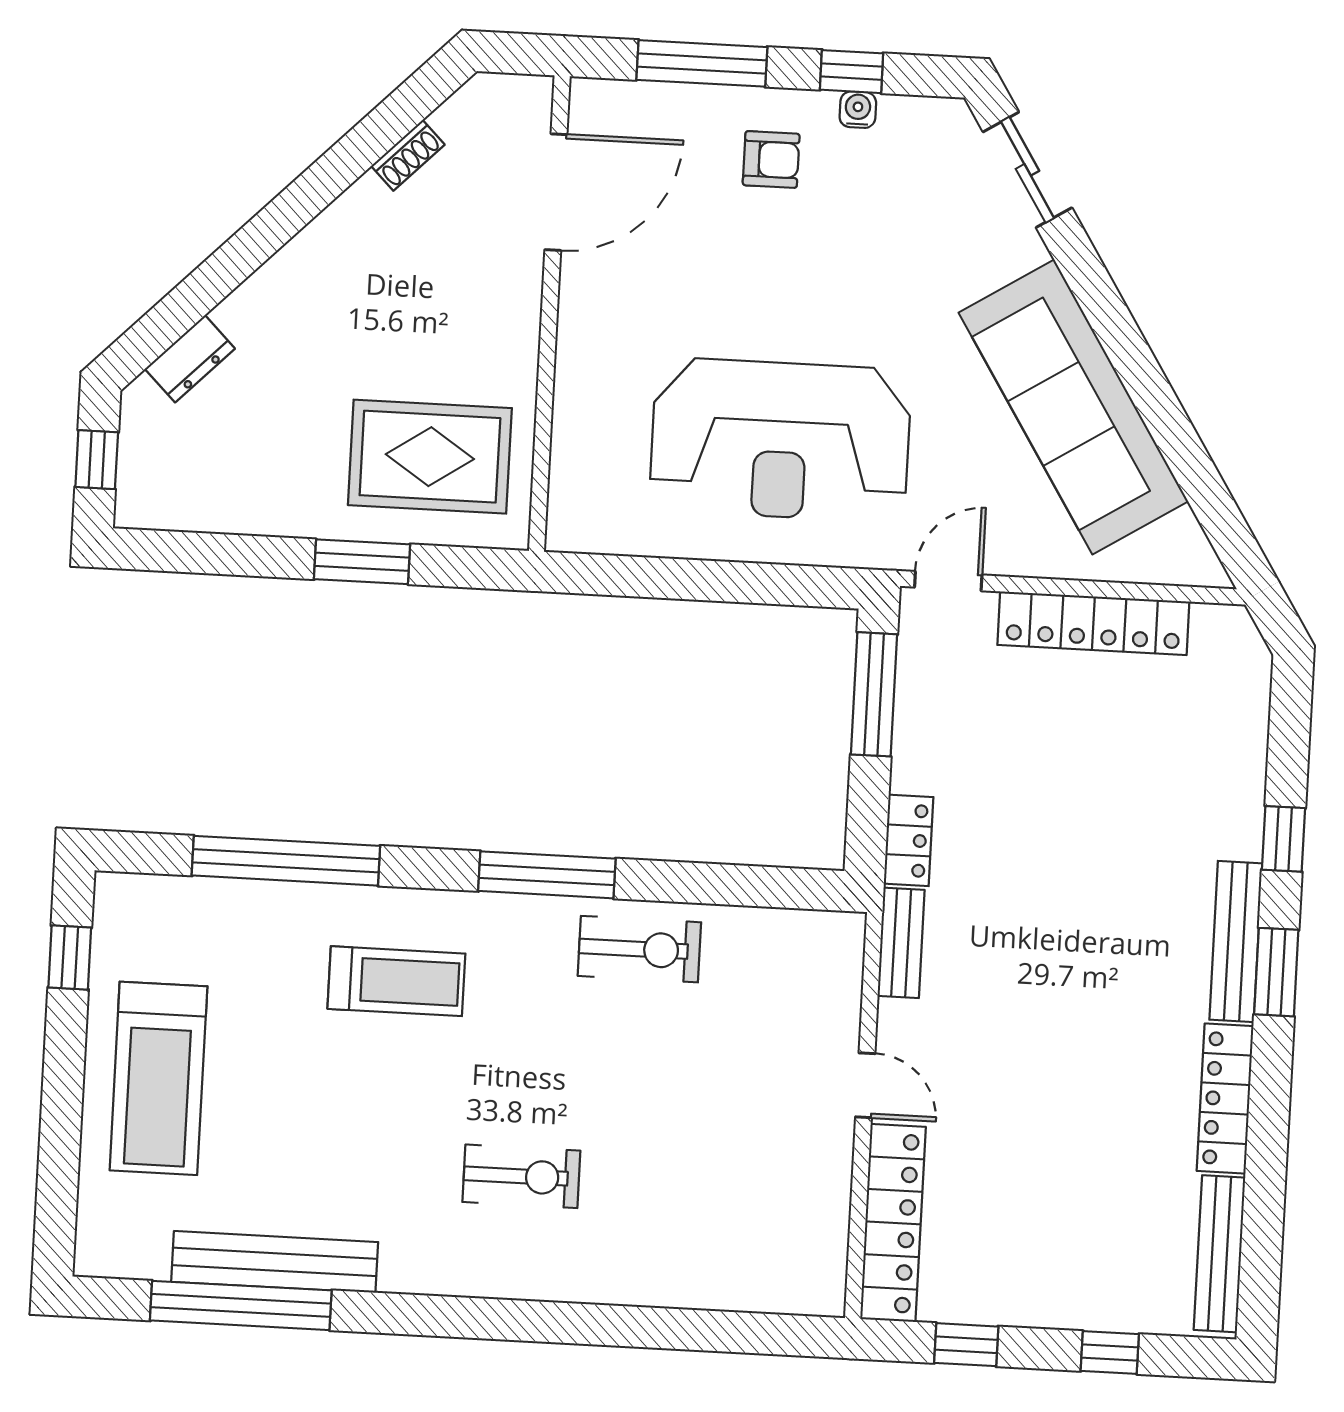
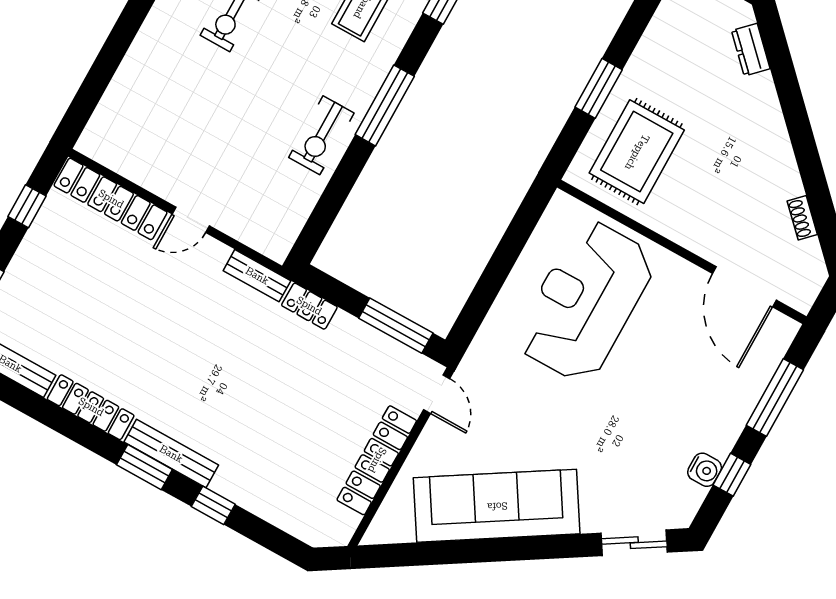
water cooler: (858, 110) -> (705, 470), width x1.38, depth x1.38
armchair: (771, 160) -> (706, 409), removed
reception desk: (780, 440) -> (586, 301), moved

